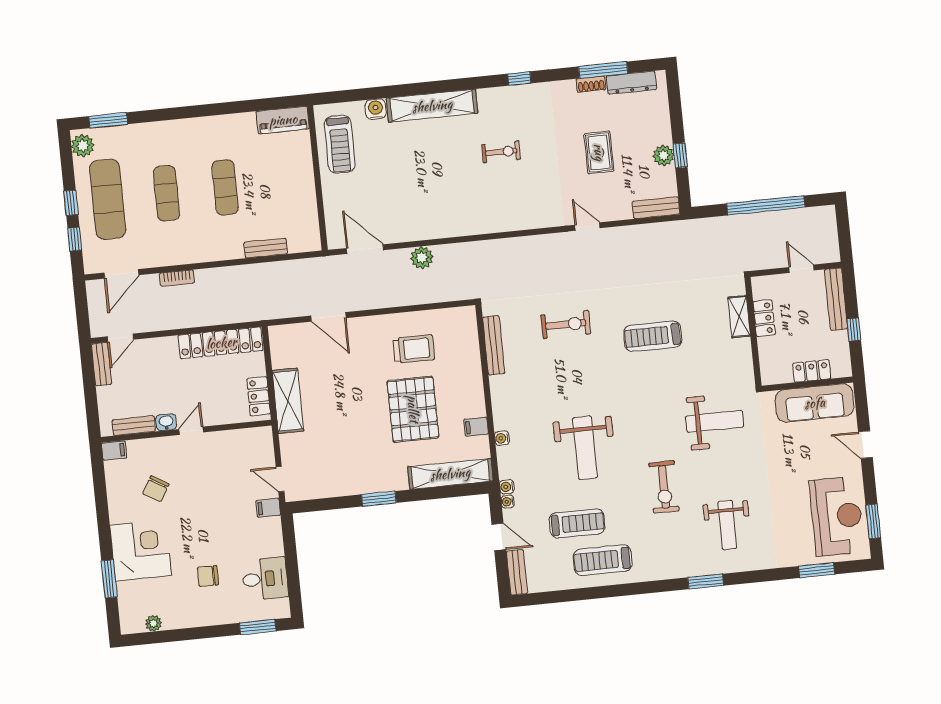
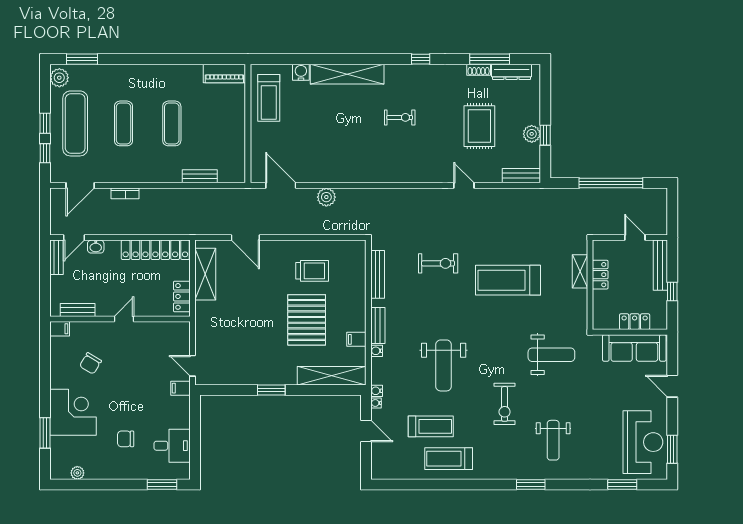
rug: (599, 152) -> (479, 126), width x1.36, depth x1.43
treadmill: (653, 336) -> (508, 280), width x1.37, depth x1.38
shelving: (288, 401) -> (205, 274), moved
washbasin: (166, 422) -> (96, 247), moved, turned 180
bench: (517, 572) -> (378, 326), moved

